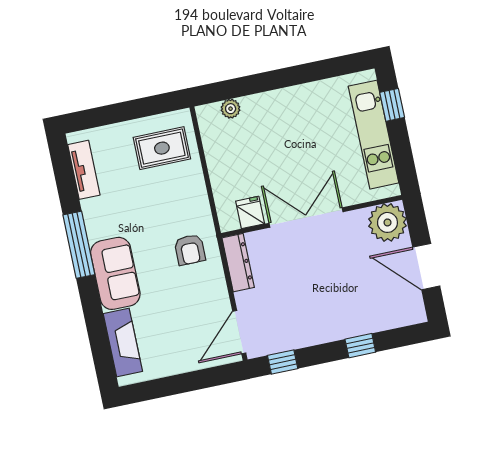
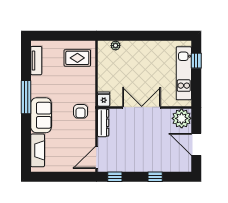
fridge: (250, 212) -> (104, 99), moved

